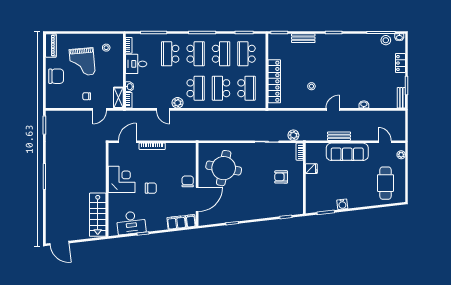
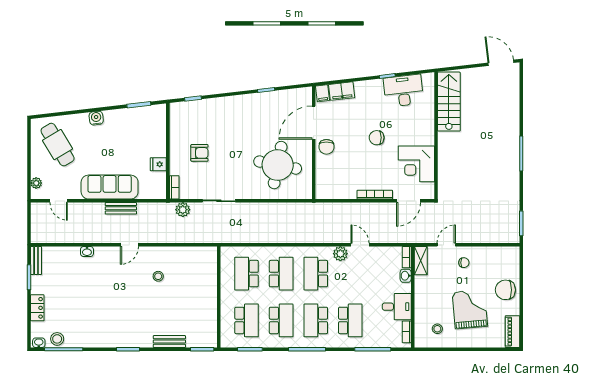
school desk: (221, 54) -> (281, 320), turned 180
locker: (274, 81) -> (209, 283), removed
corner desk: (122, 179) -> (416, 164), moved
cafe table: (385, 183) -> (58, 145), turned -31
water cooler: (342, 204) -> (96, 118), moved

